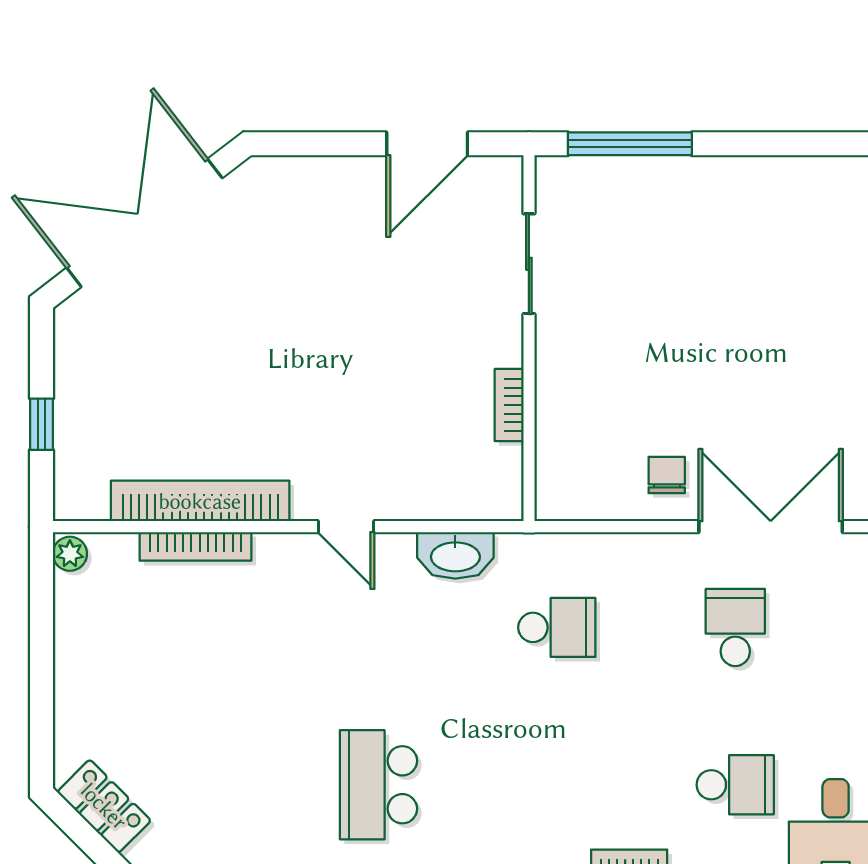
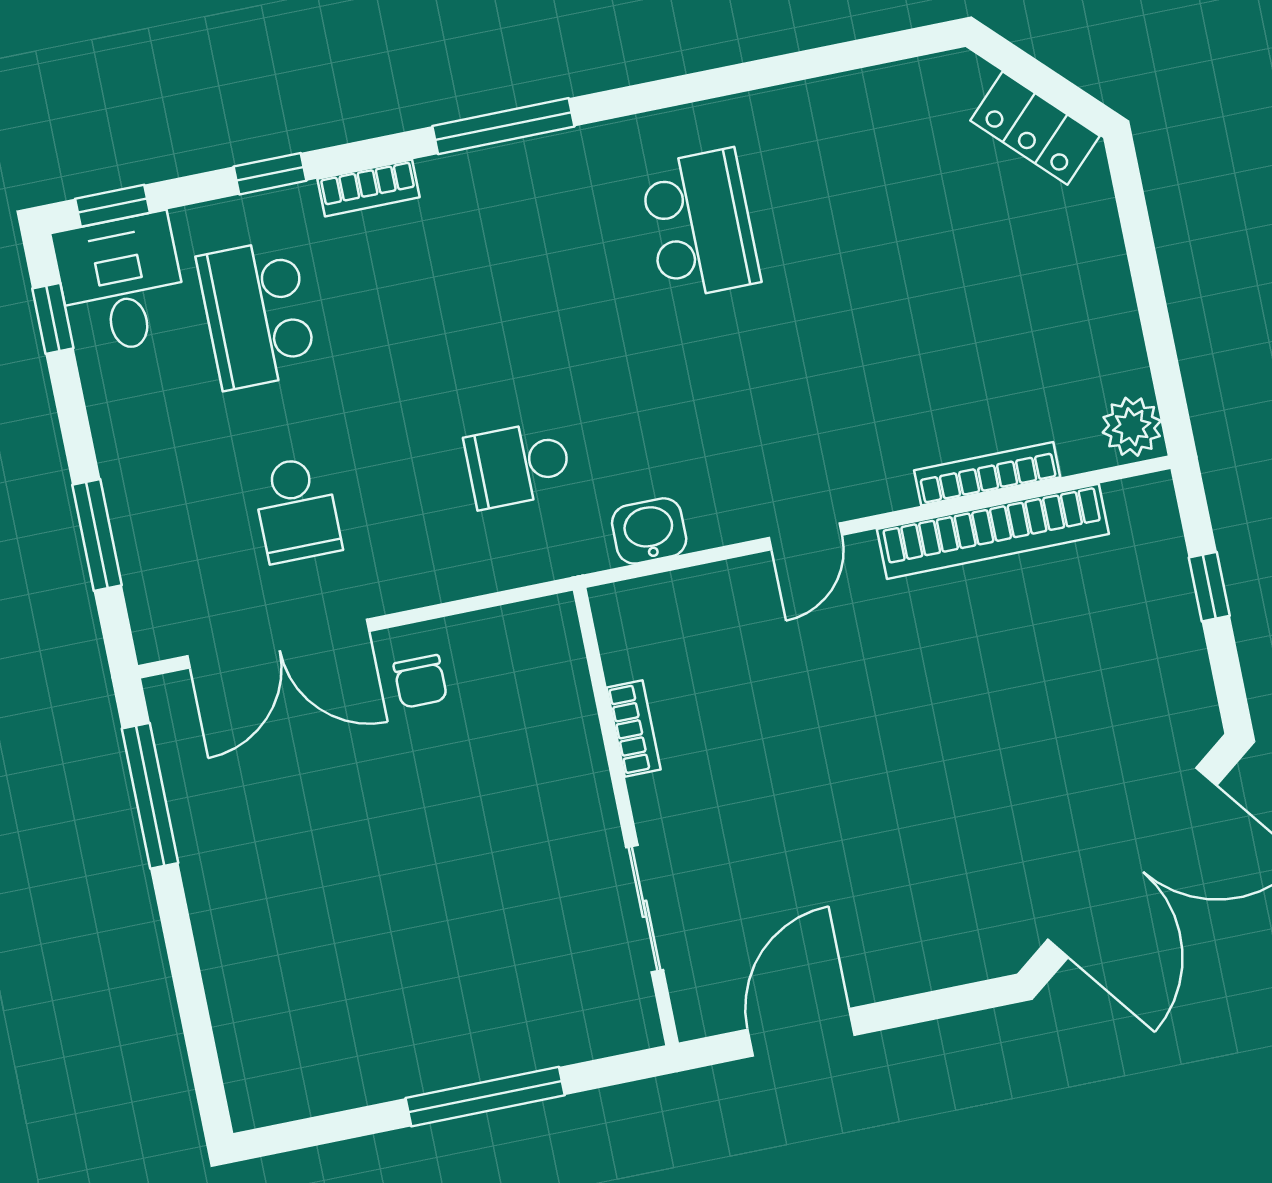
window: (630, 144) -> (485, 1097), moved
door: (346, 527) -> (805, 536), swing flipped
plant: (70, 554) -> (1132, 427), width x1.38, depth x1.38
washbasin: (455, 555) -> (649, 531), width x0.72
school desk: (735, 785) -> (257, 314), width x1.85

